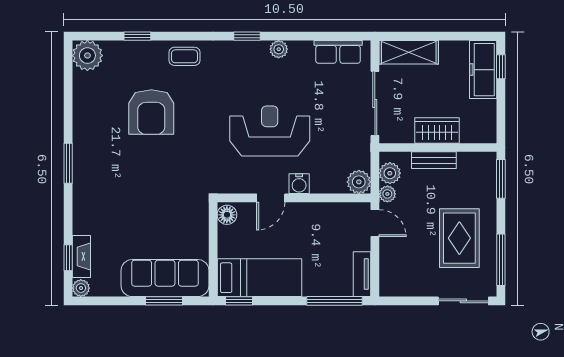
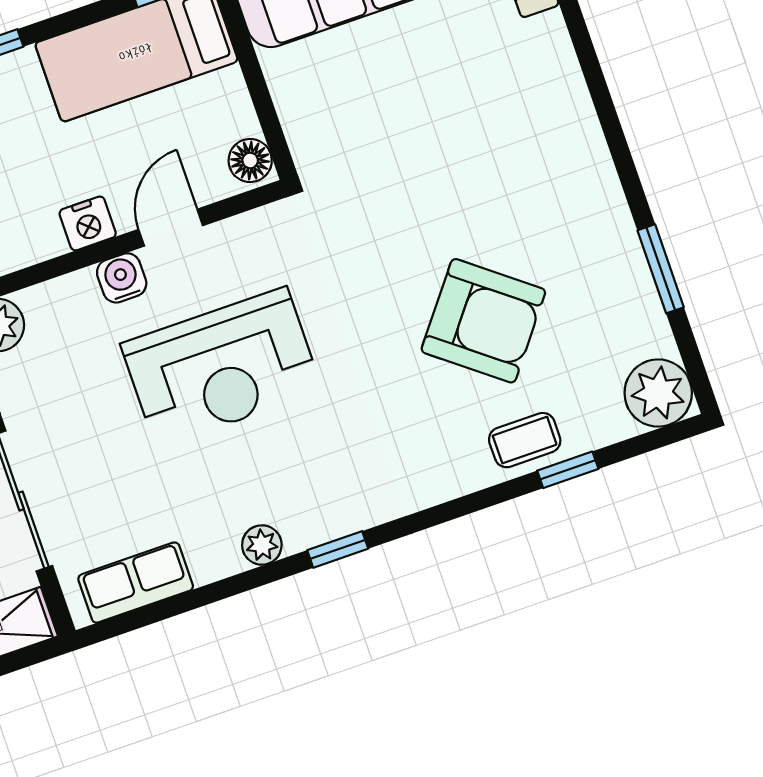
coffee table: (184, 56) -> (525, 440), moved
armchair: (151, 112) -> (483, 321), turned 128
window: (68, 163) -> (661, 269), moved
nightstand: (305, 212) -> (88, 223), added

